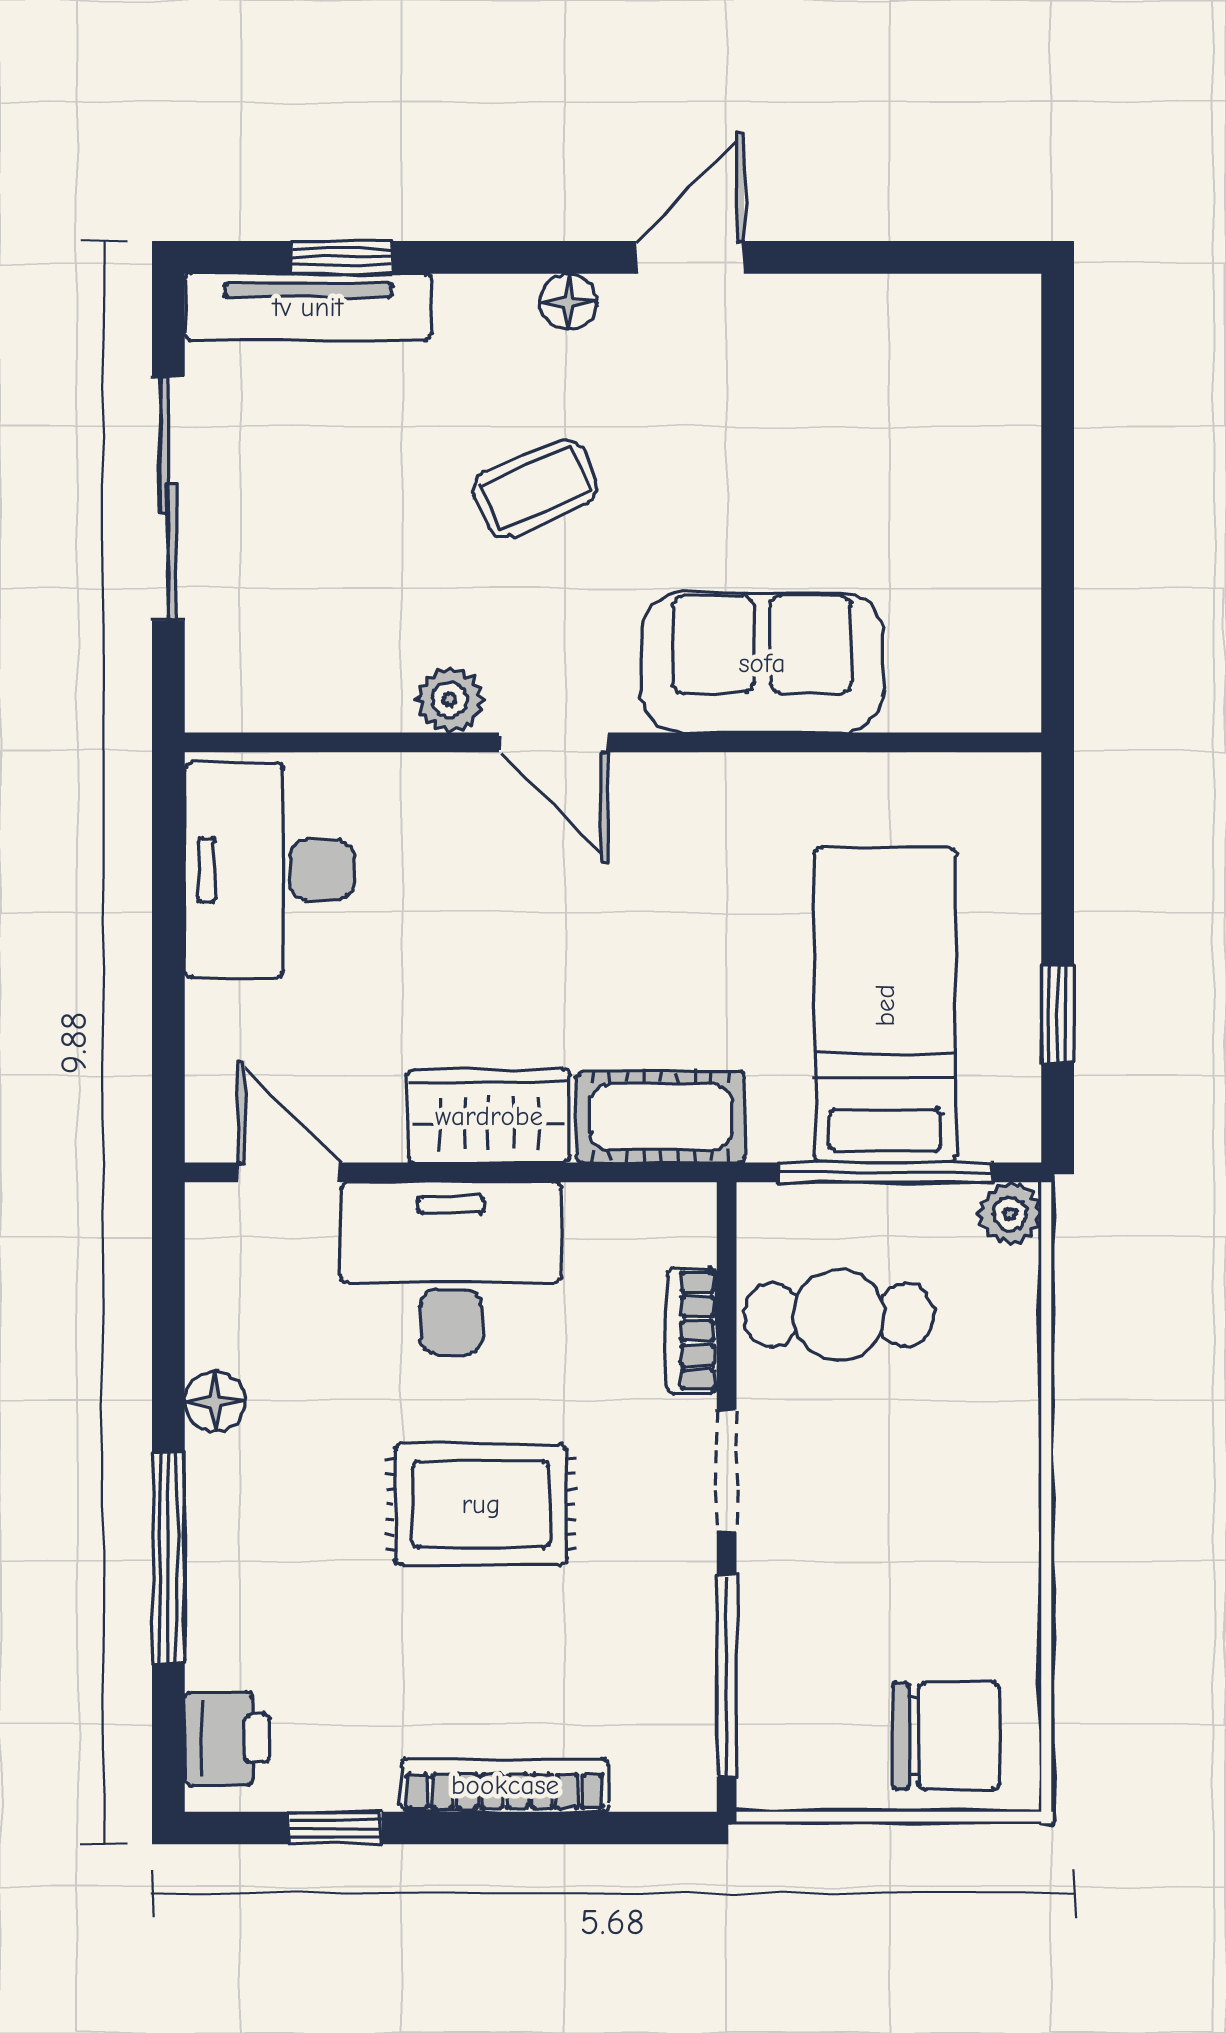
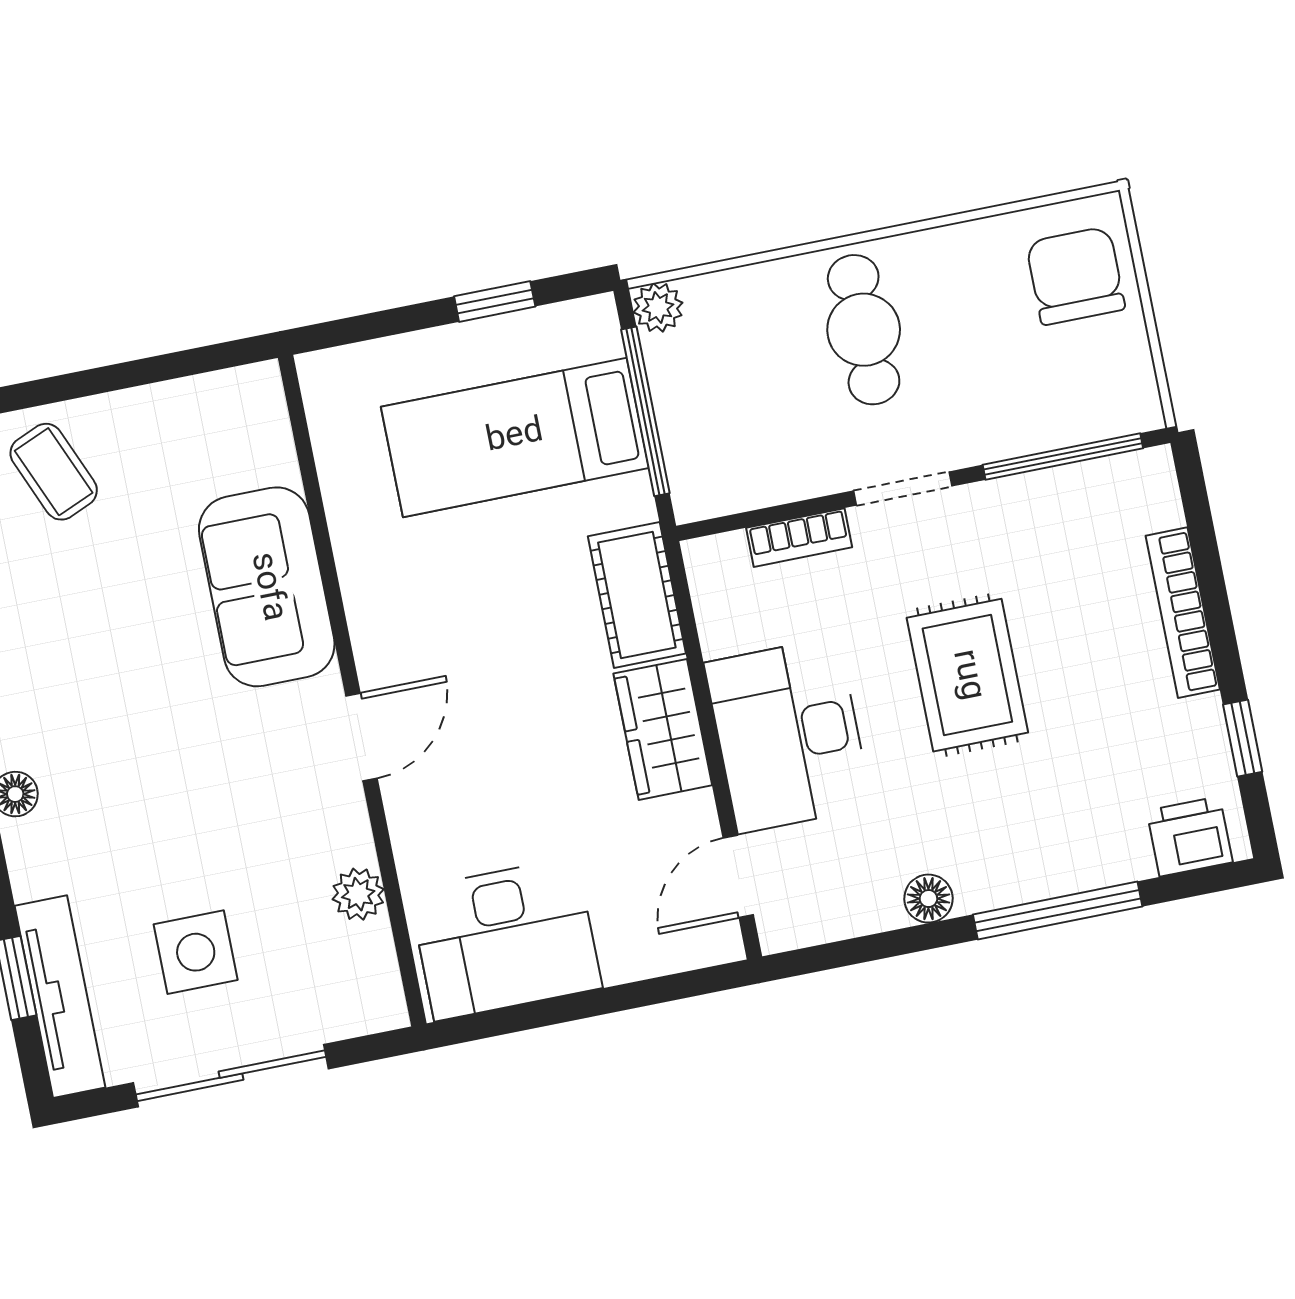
side table: (329, 485) -> (196, 952), added
coffee table: (535, 488) -> (54, 472), moved
plant: (449, 700) -> (358, 894), moved
cafe table: (839, 1315) -> (864, 330), moved

